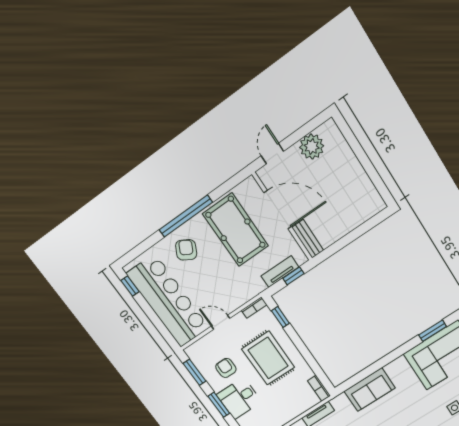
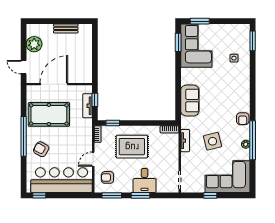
bench: (308, 239) -> (66, 28), moved
armchair: (226, 368) -> (107, 177), moved

